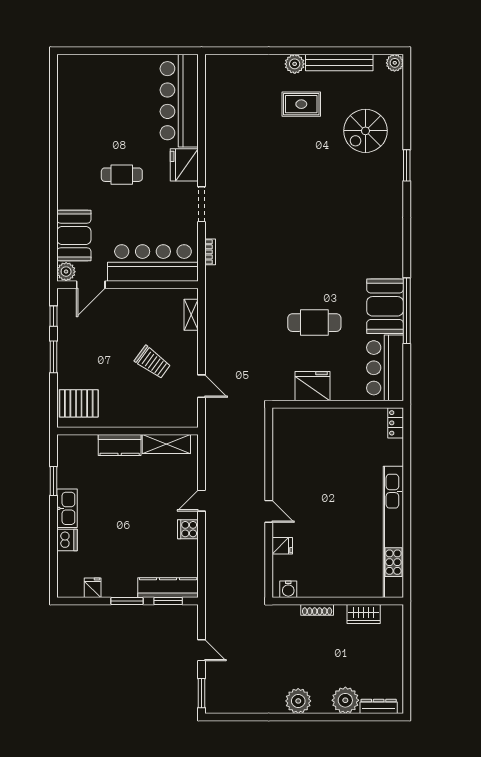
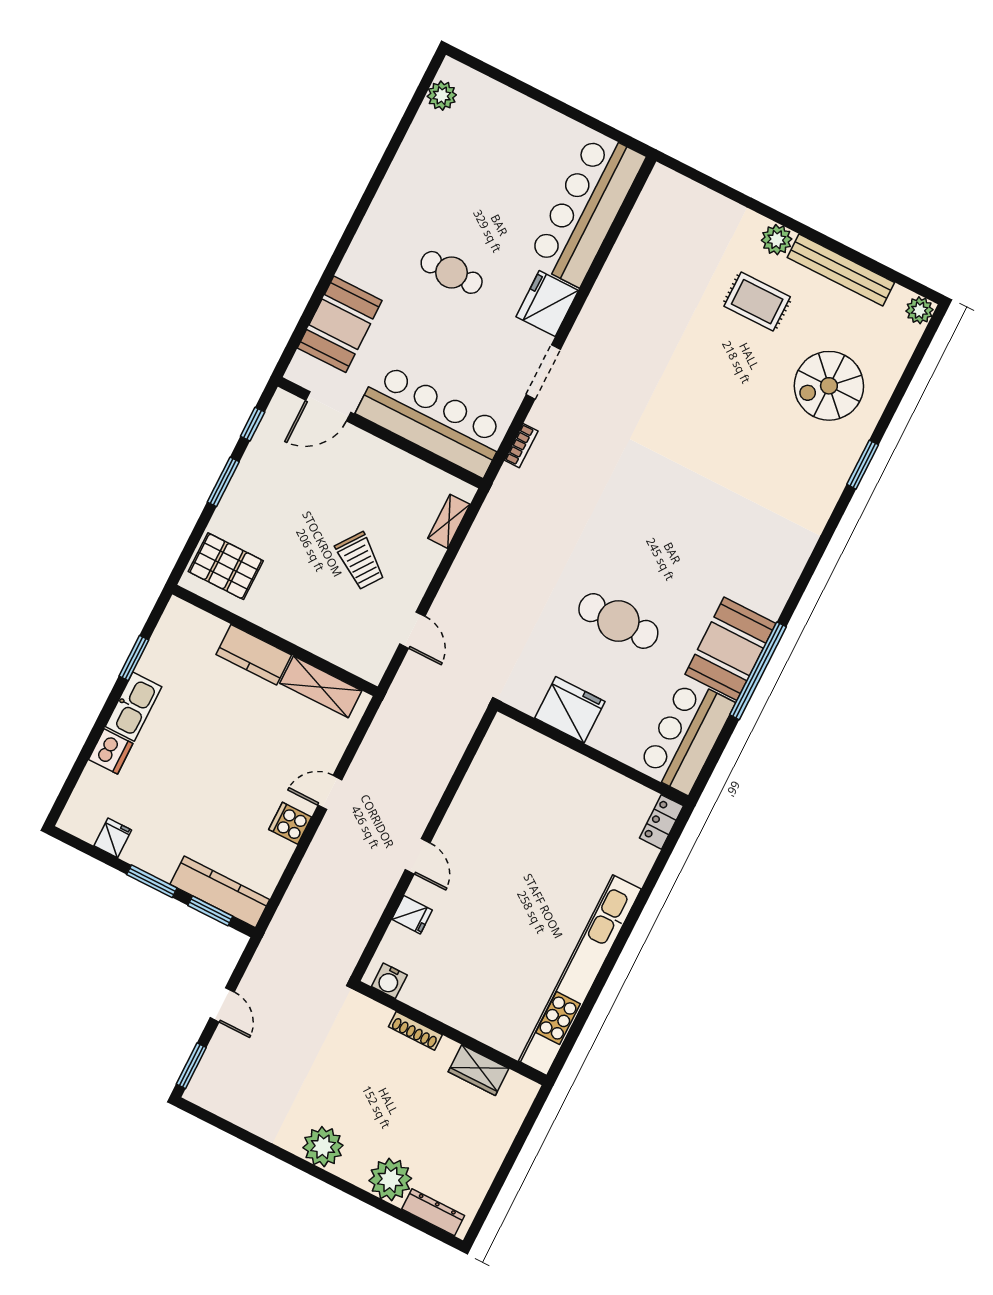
plant: (66, 272) -> (442, 96), moved

